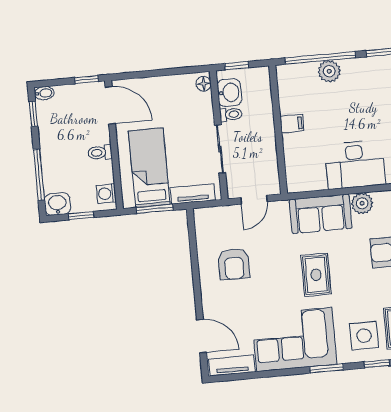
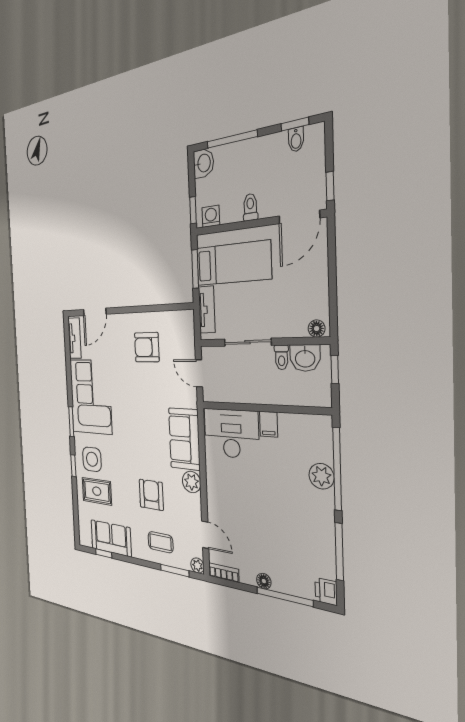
bidet: (44, 93) -> (296, 139), moved
desk: (355, 165) -> (231, 434), moved, turned 90
window: (81, 216) -> (193, 210), moved
rug: (316, 275) -> (136, 425), removed

